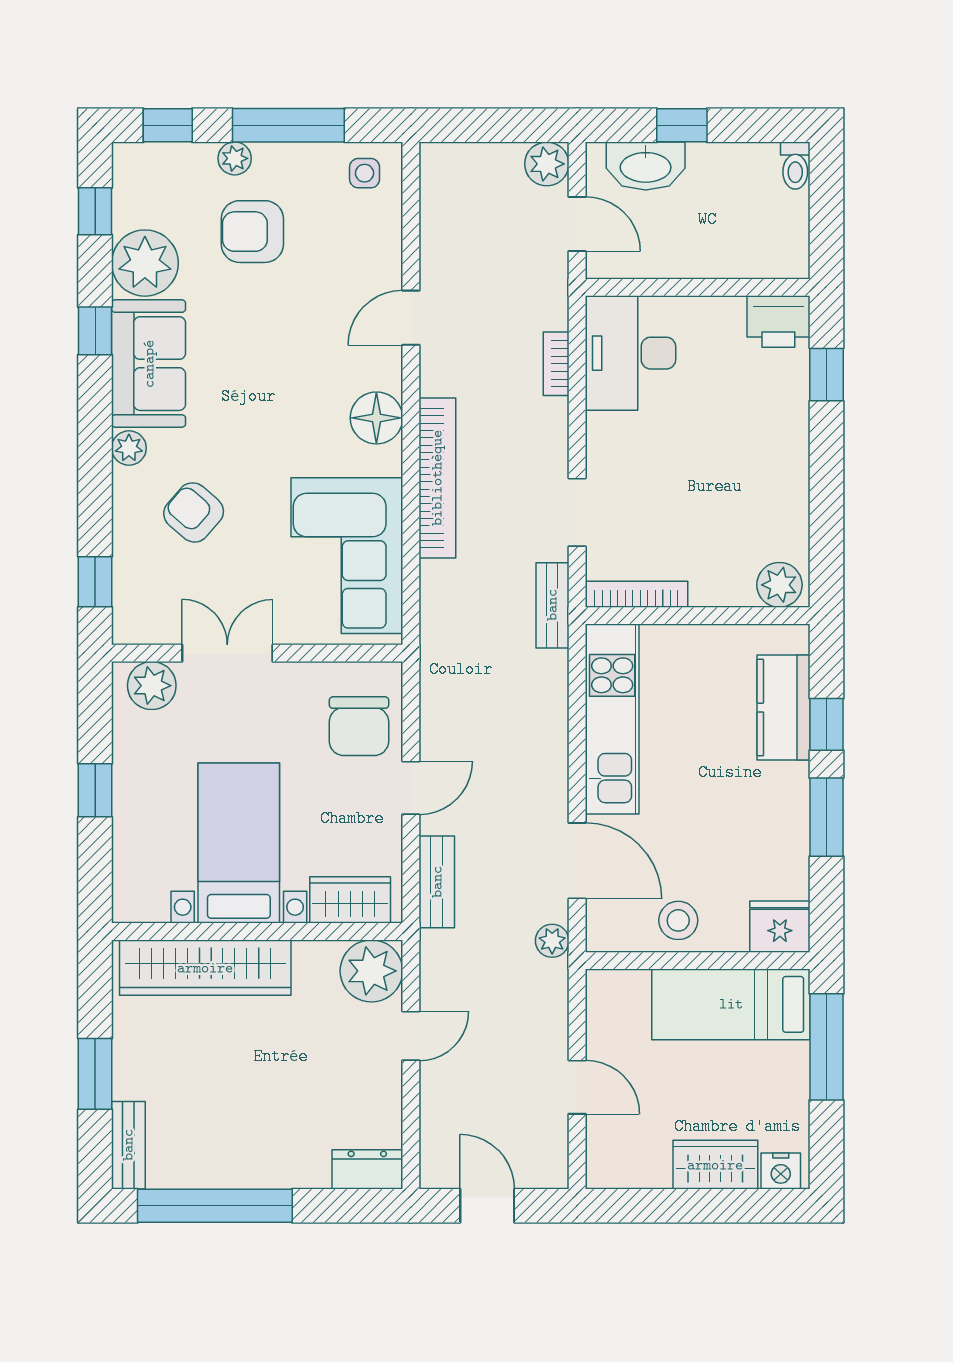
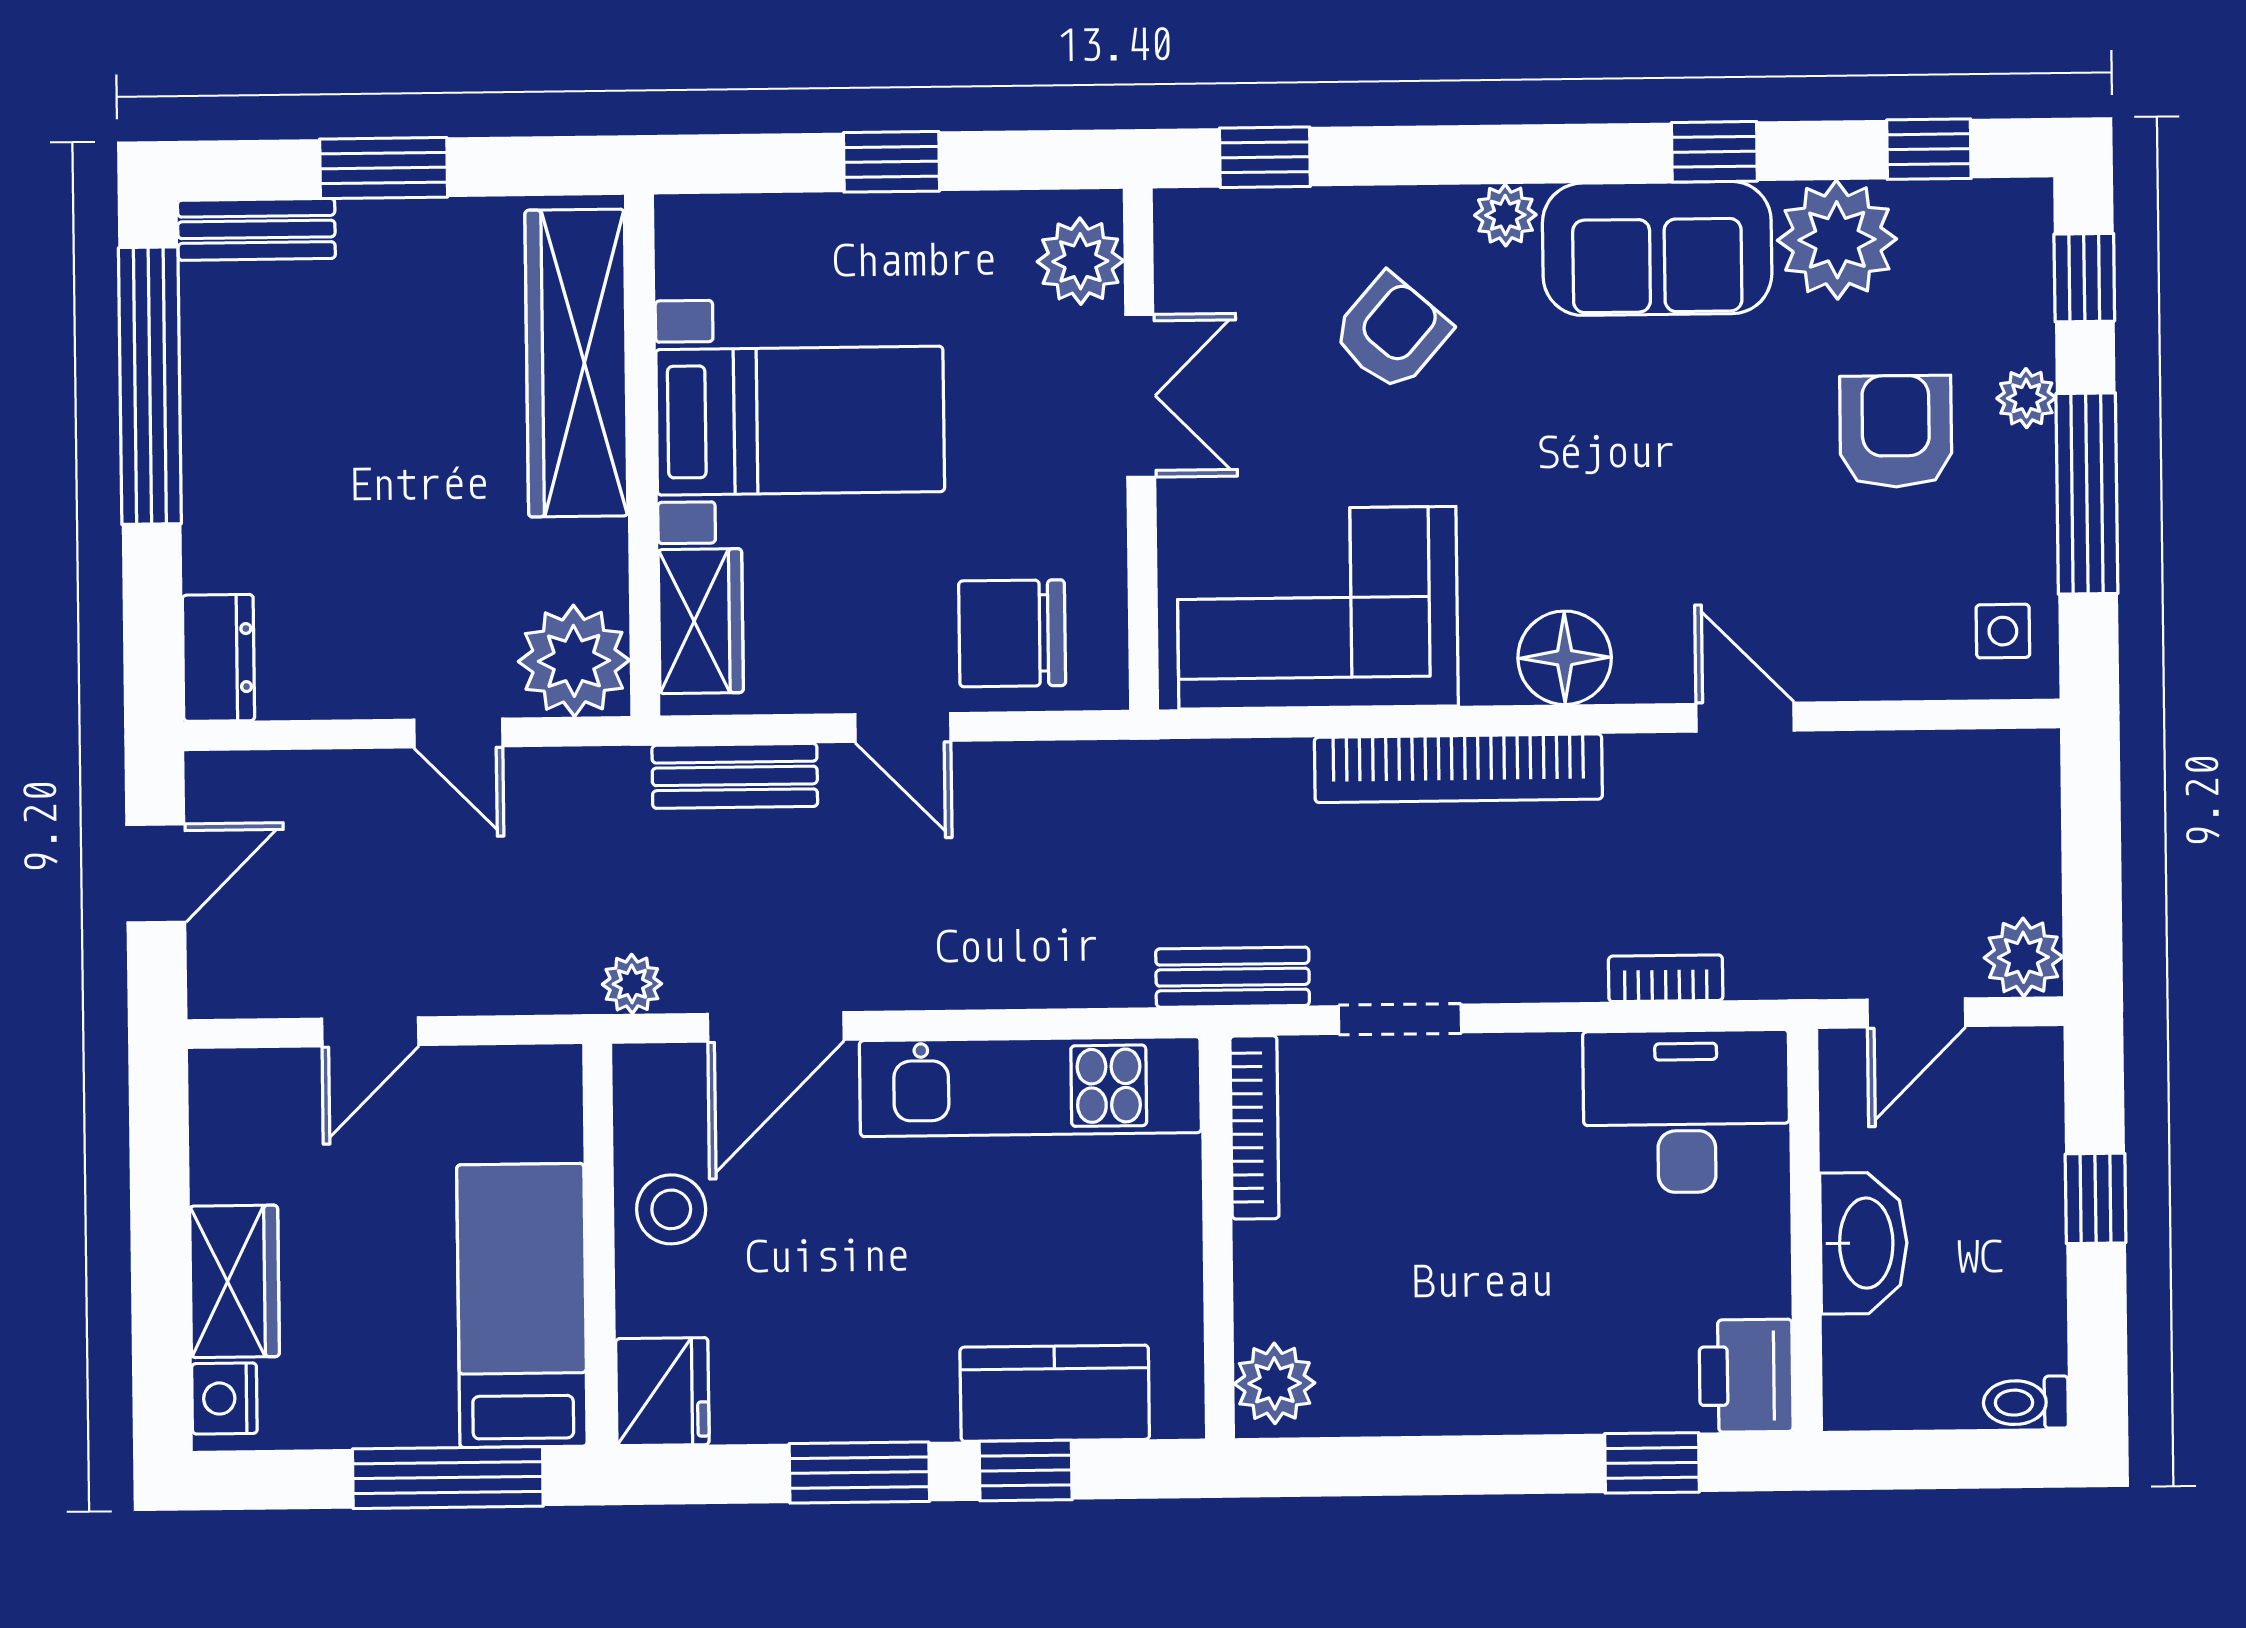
washbasin: (646, 166) -> (1864, 1243), moved, turned 180

